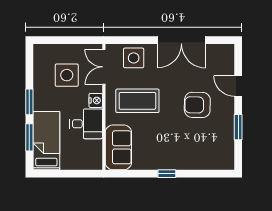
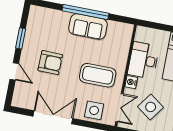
side table: (67, 75) -> (151, 107), turned 36
desk: (86, 124) -> (143, 60), width x1.37
sofa: (118, 147) -> (88, 27), moved, turned -90
window: (167, 174) -> (85, 12), width x3.17

